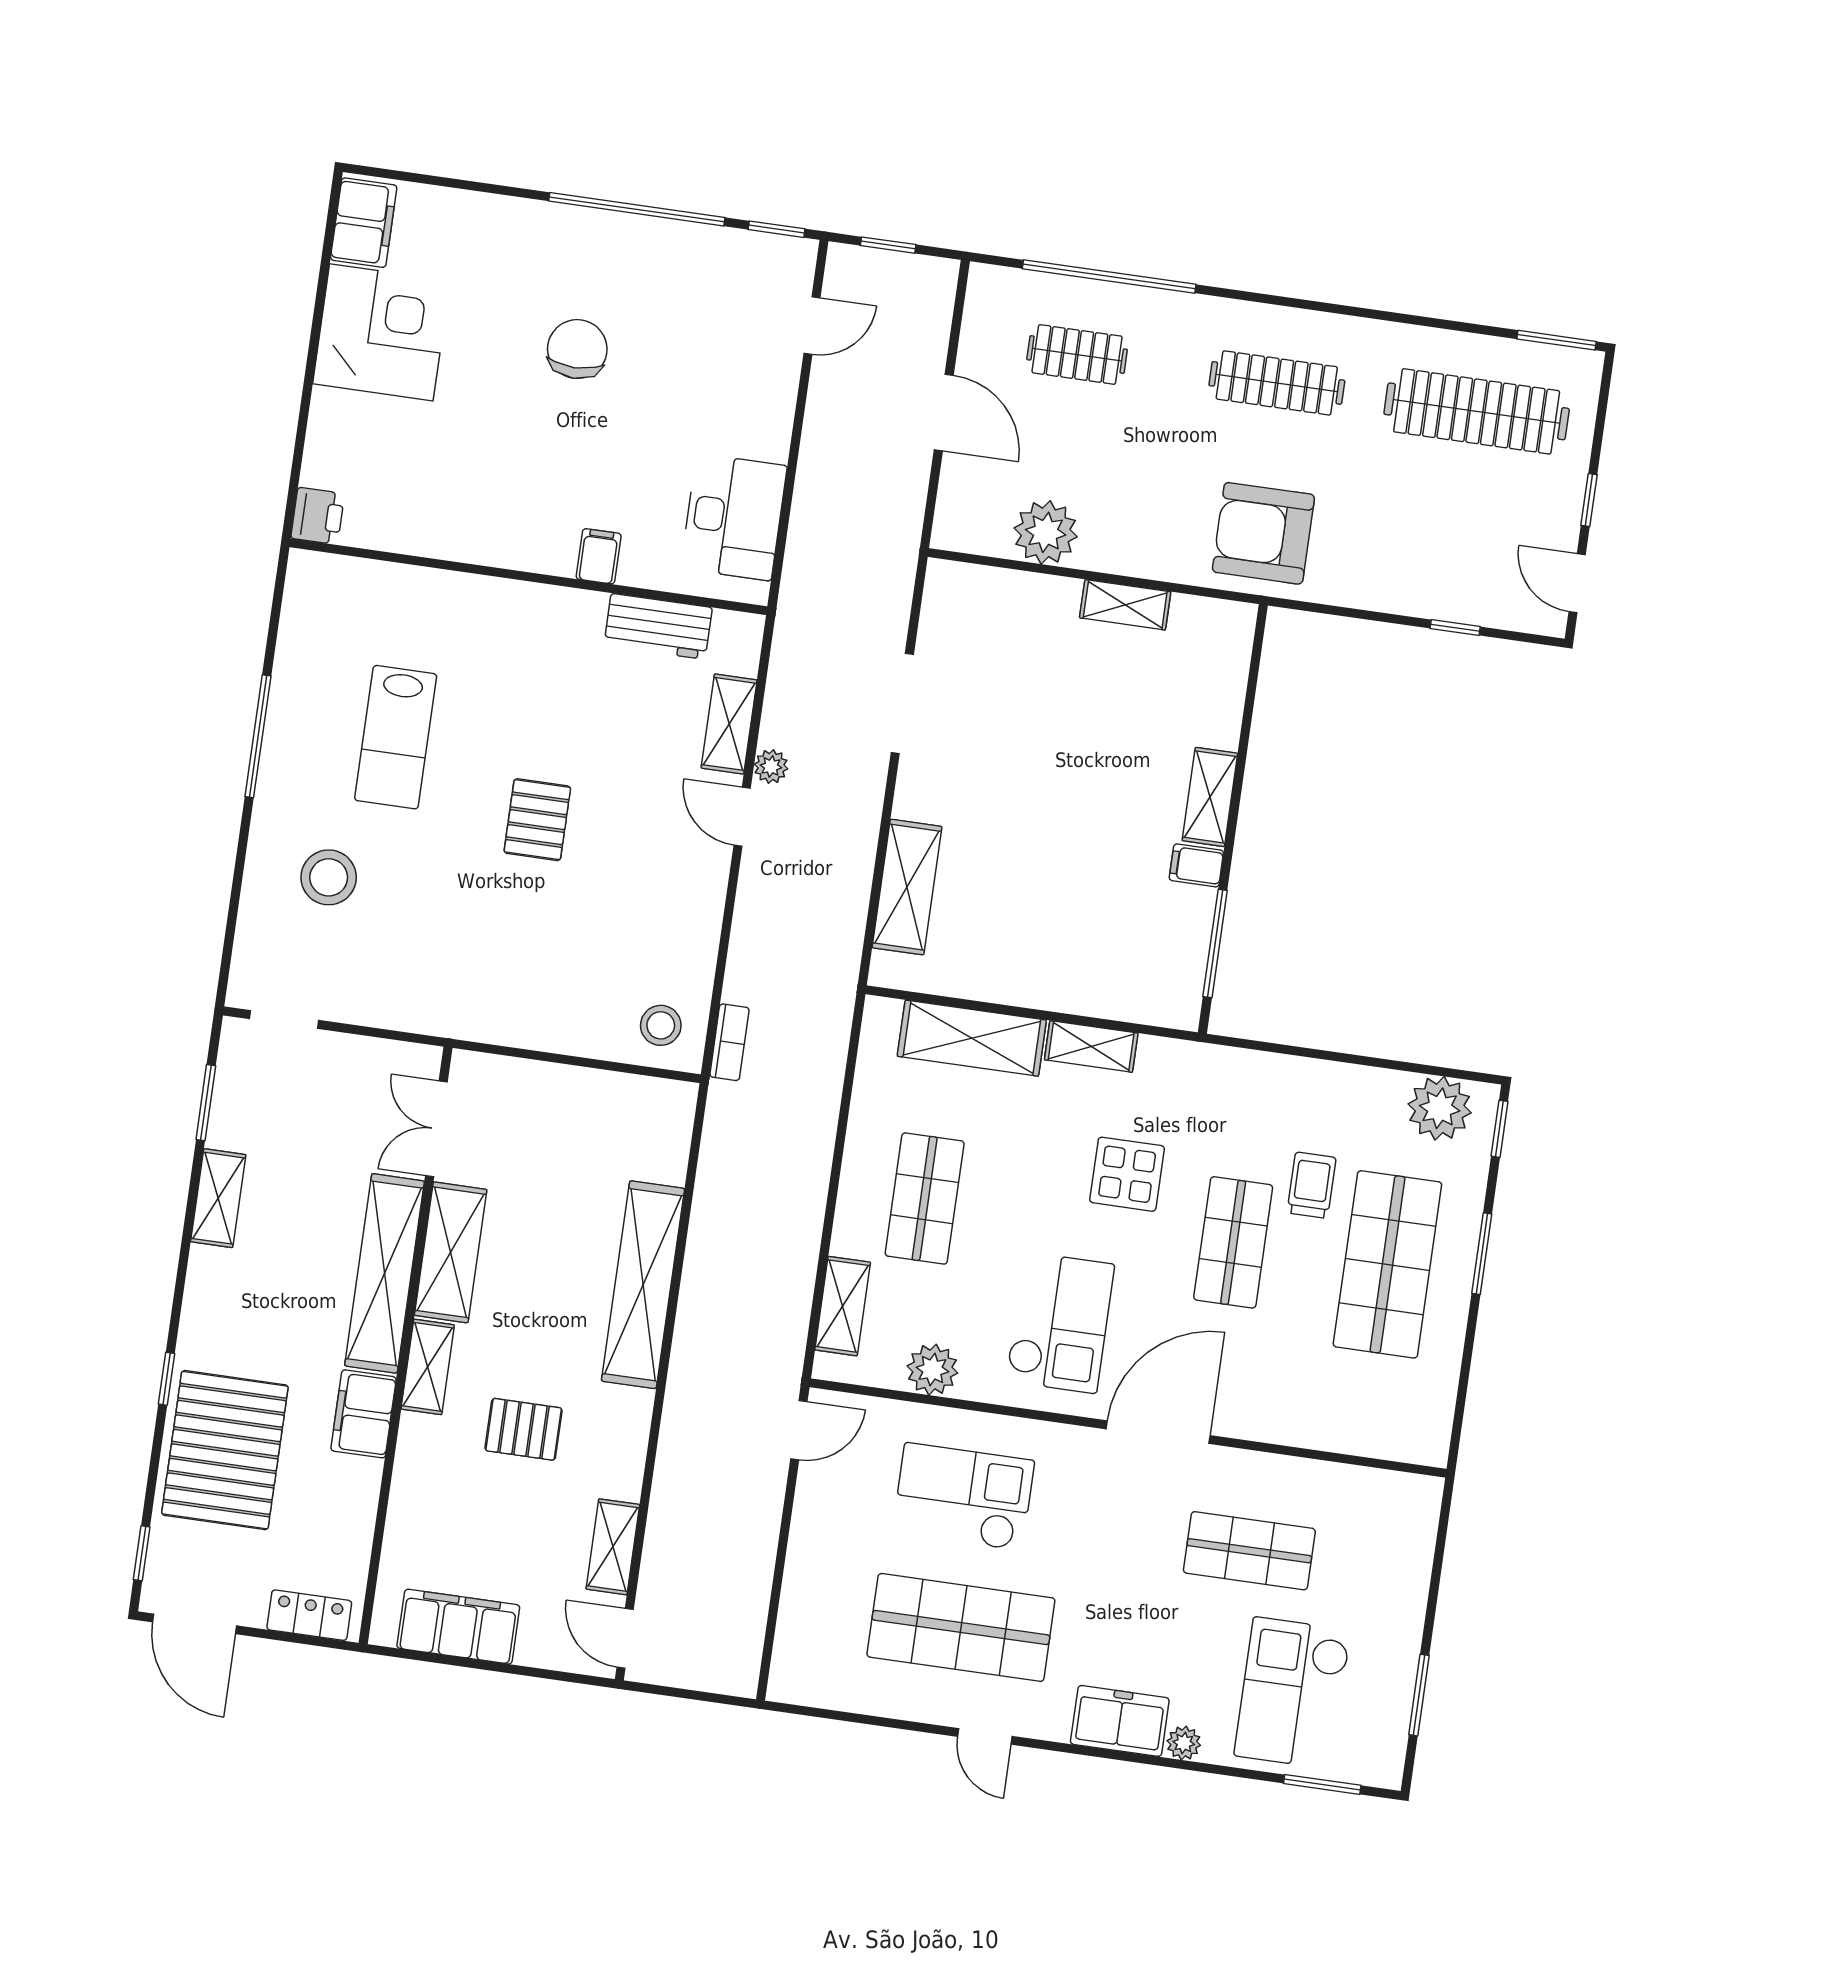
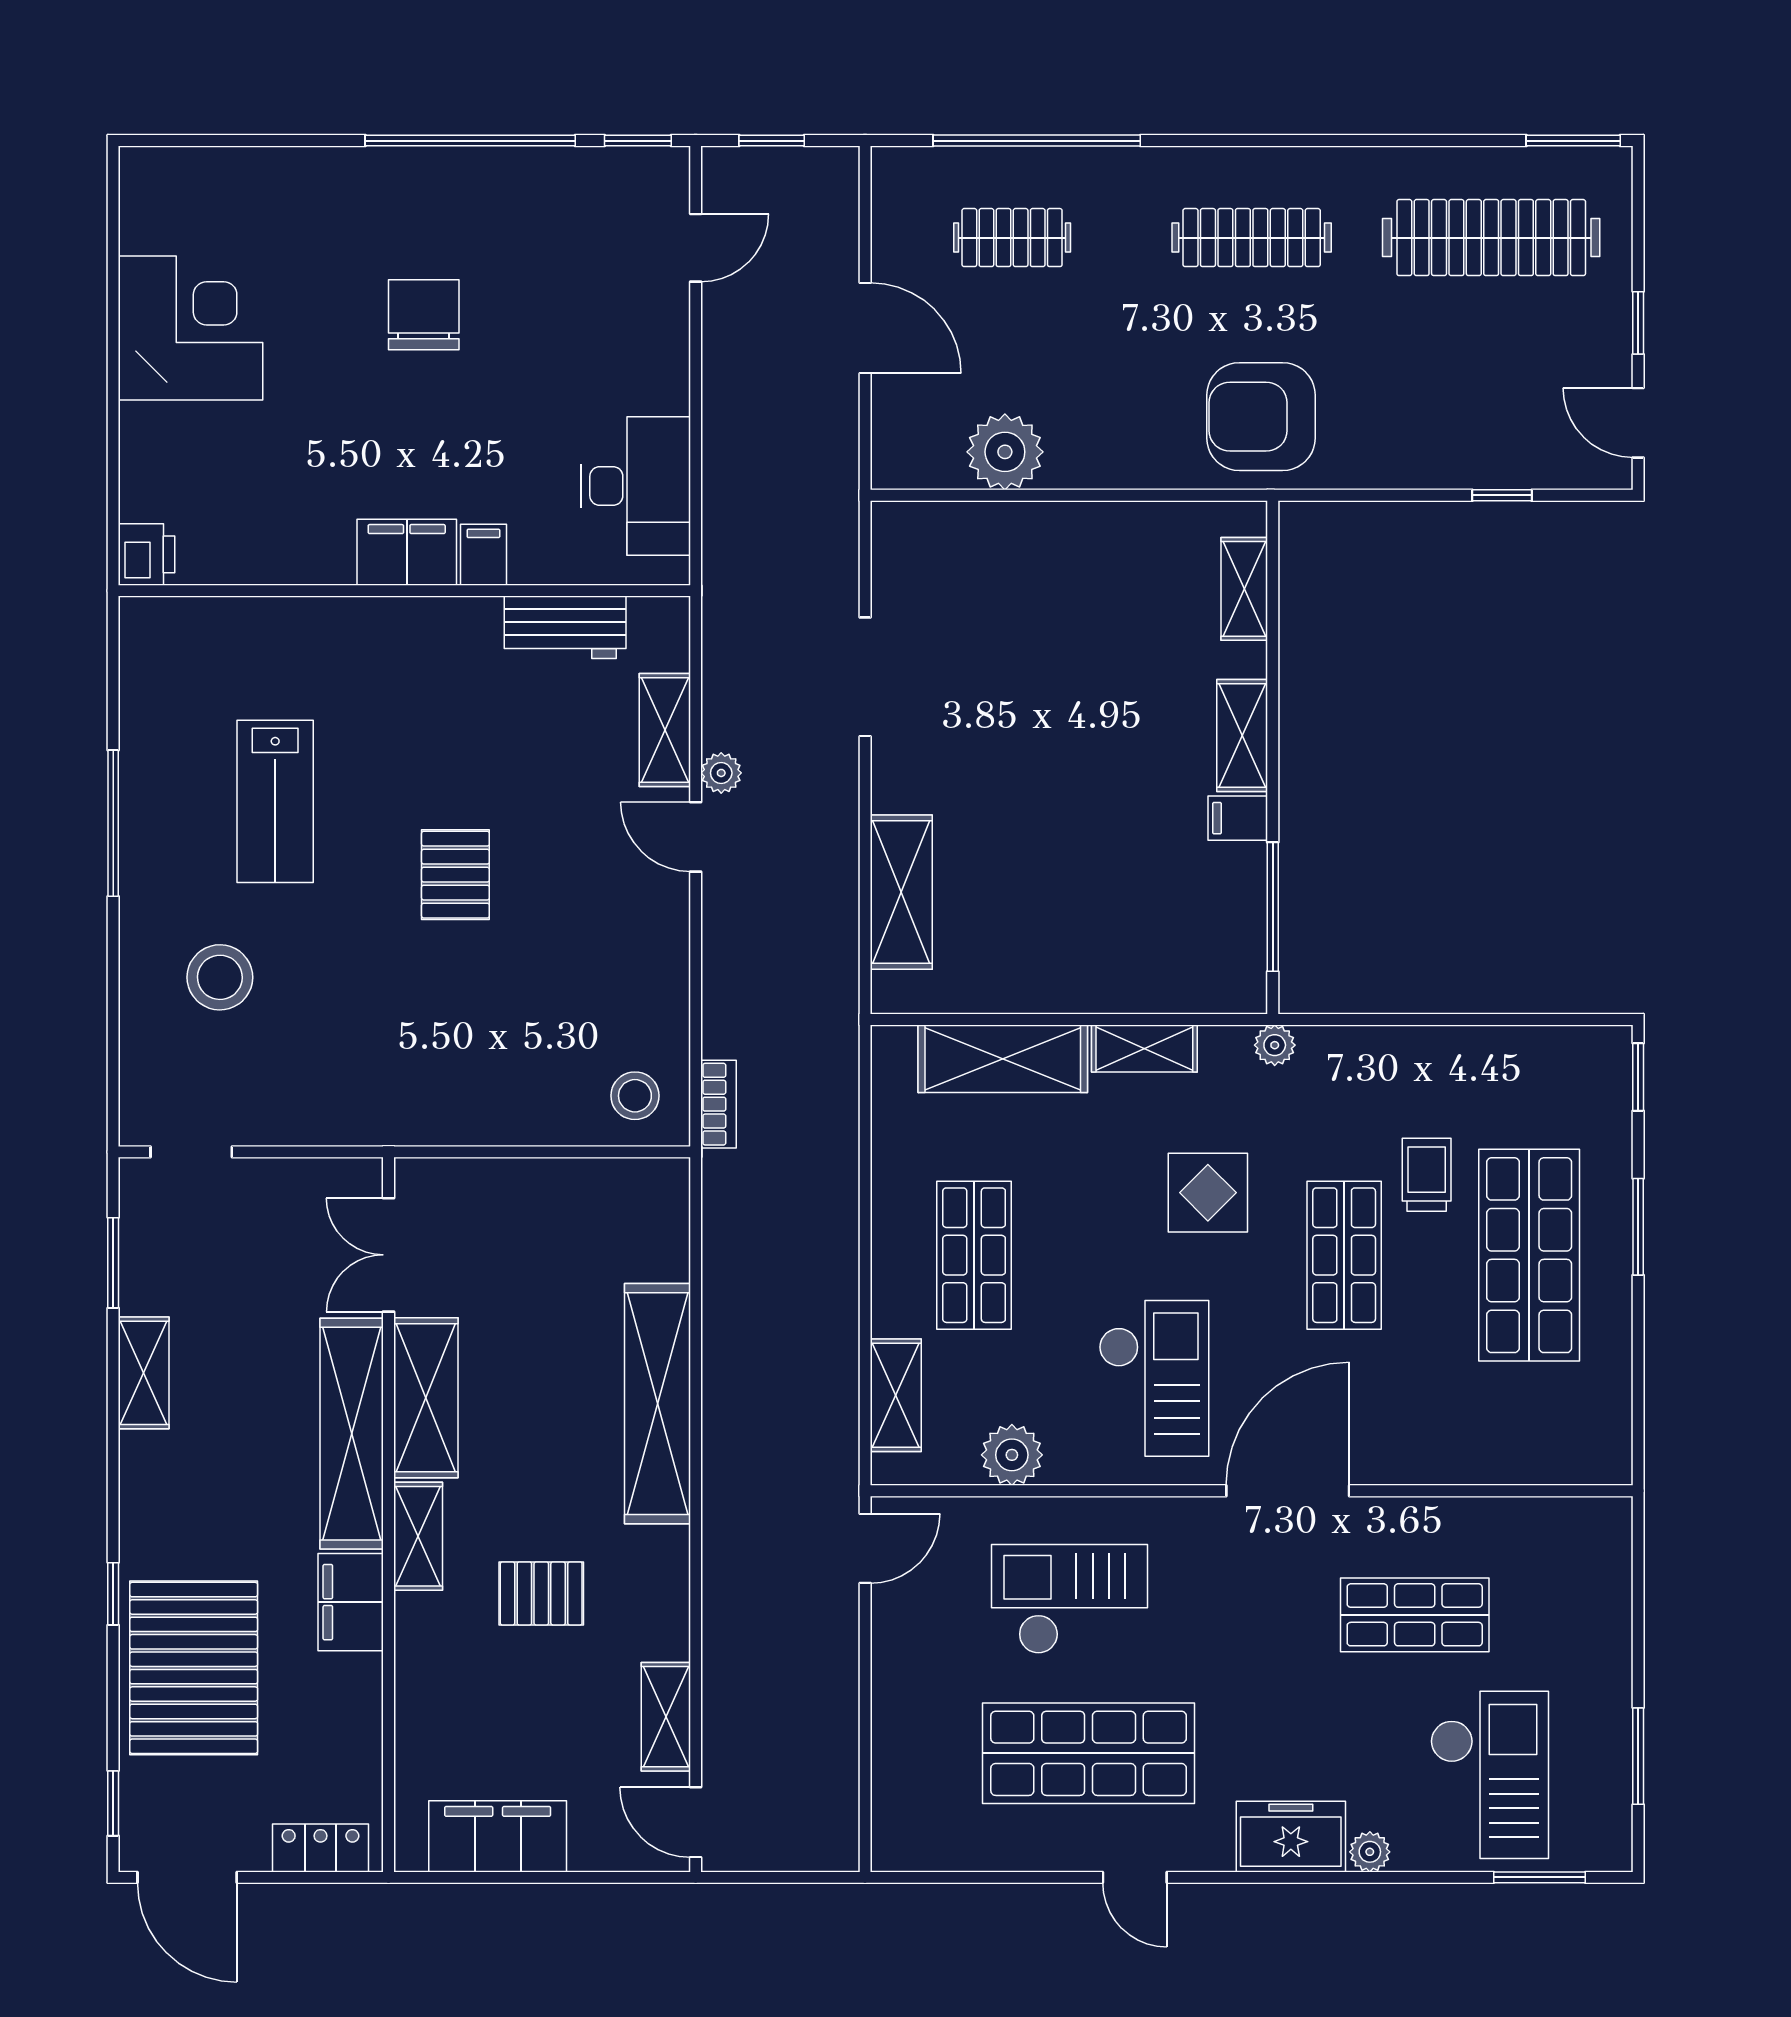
filing cabinet: (364, 223) -> (407, 552), moved, turned -90
shelving: (1125, 605) -> (1244, 589), moved, turned 90
plant: (1440, 1108) -> (1275, 1045), moved, width x0.53, depth x0.53
checkout: (1293, 1693) -> (1489, 1775), turned 180

